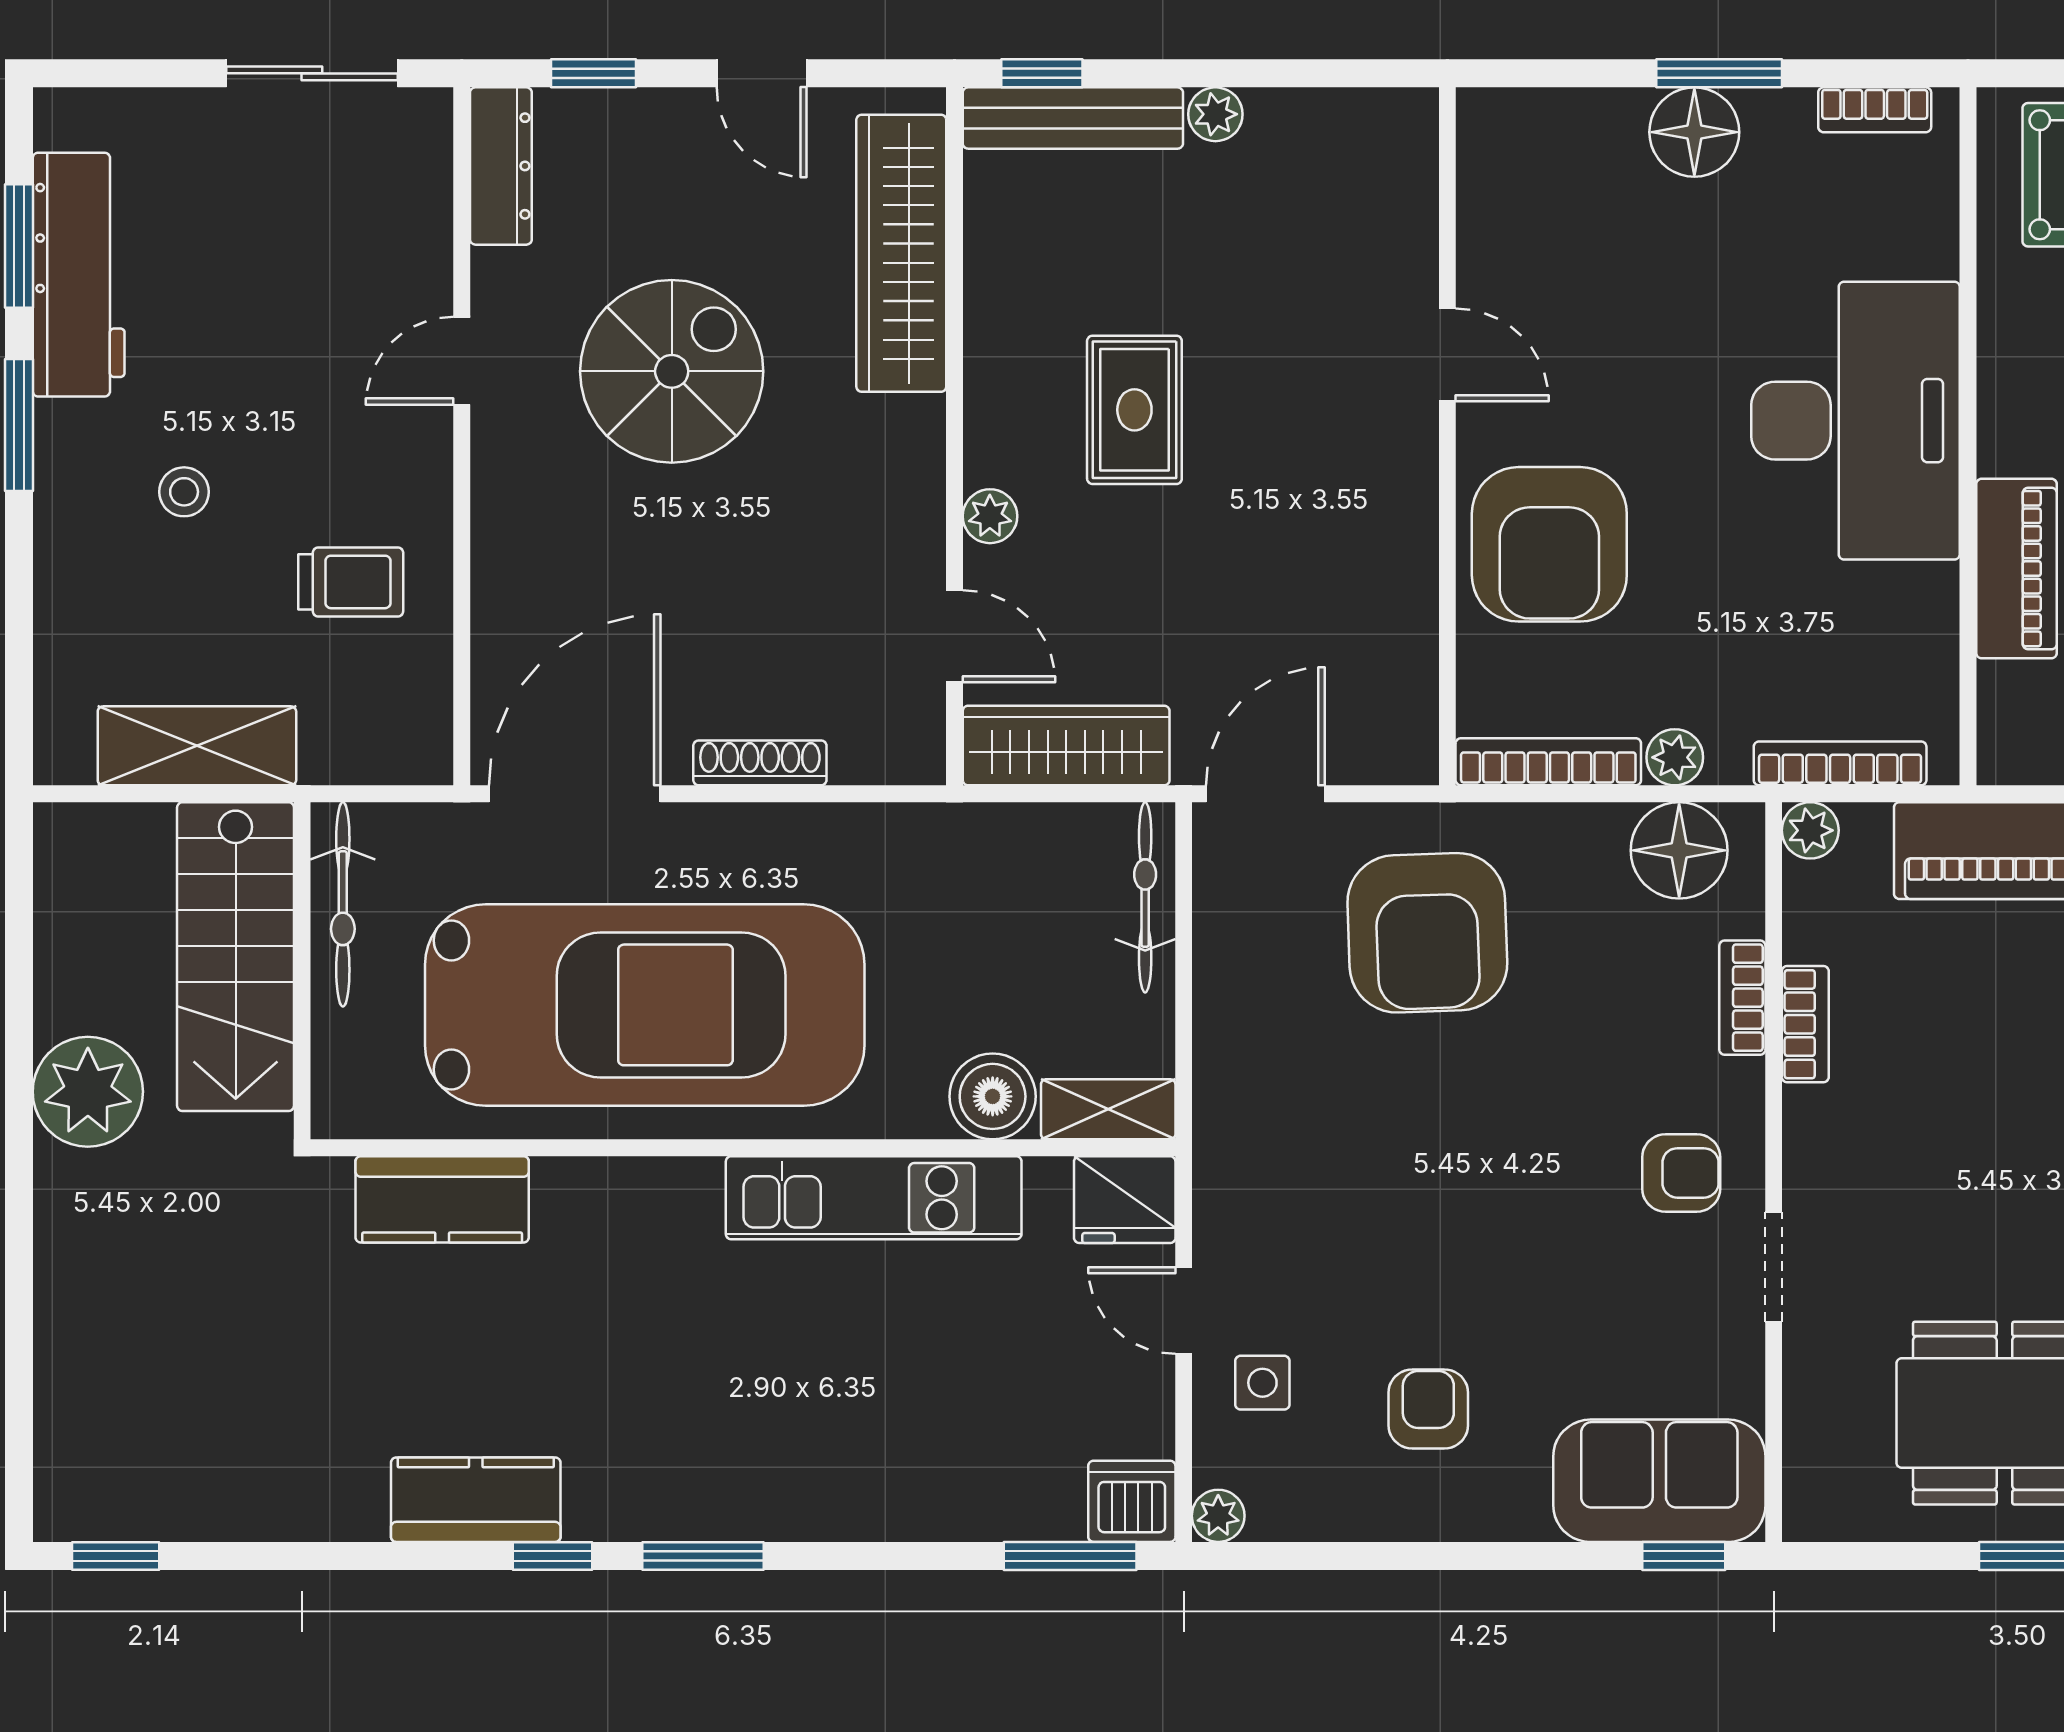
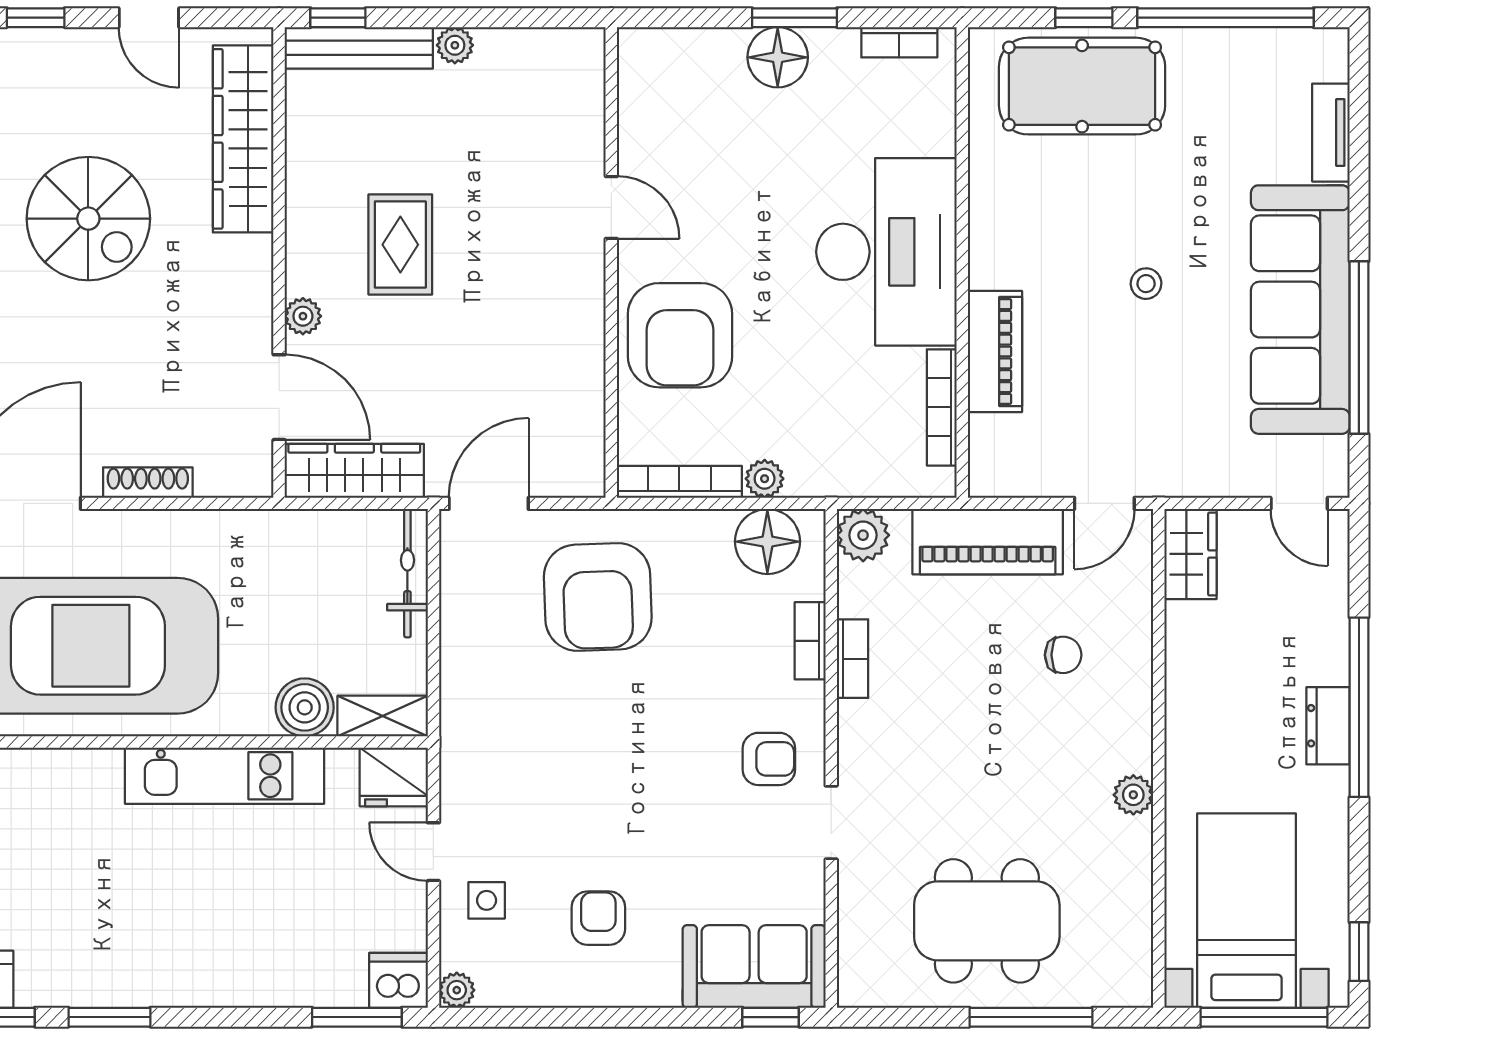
spiral stairs: (672, 371) -> (88, 219), turned 90
door: (955, 636) -> (279, 397), width x1.38
bookcase: (1840, 763) -> (942, 407), moved, turned -90
plant: (1810, 830) -> (863, 535), width x1.38, depth x1.38

